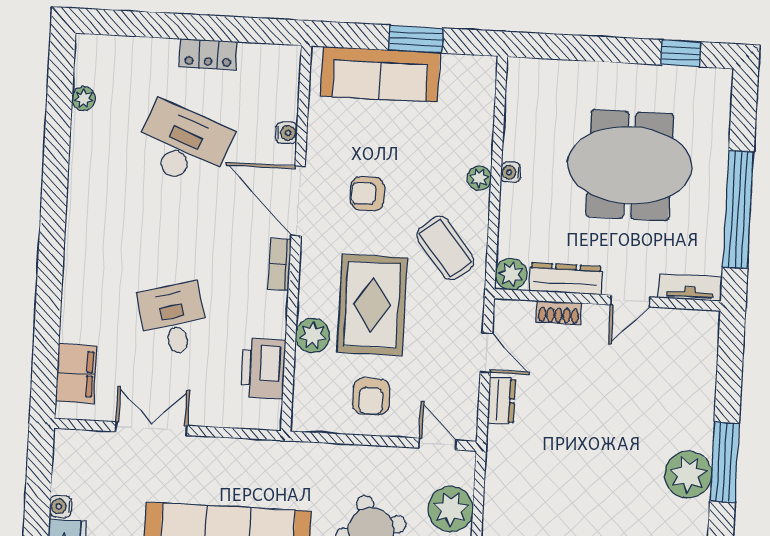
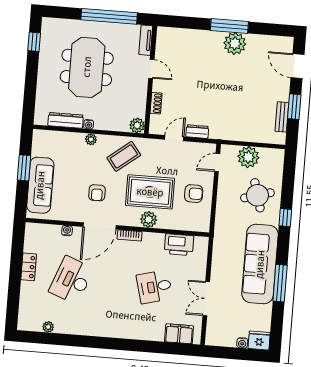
dresser: (565, 279) -> (66, 120), moved, turned 90
plant: (313, 336) -> (149, 219), moved

